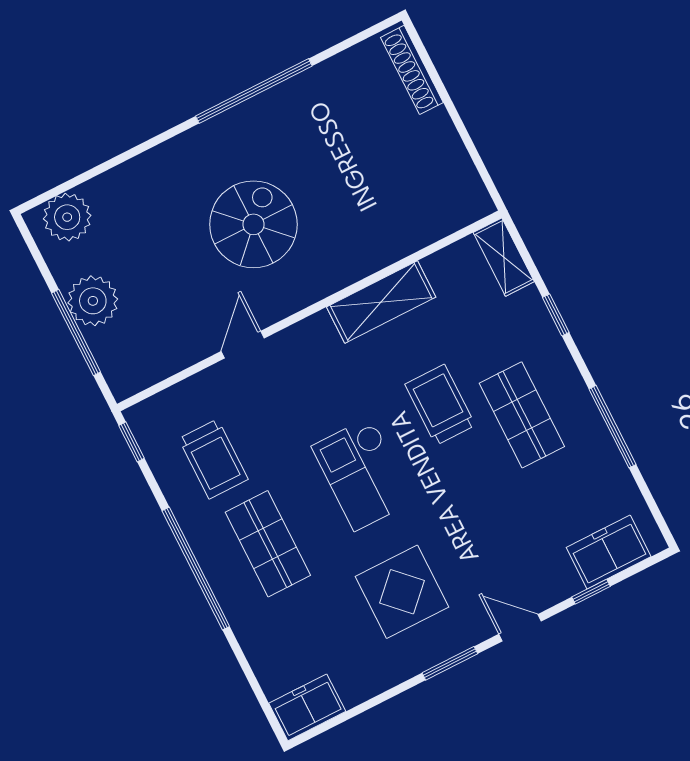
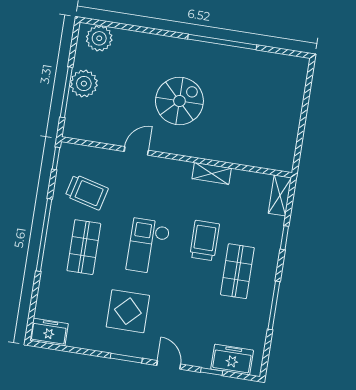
shoe rack: (412, 70) -> (299, 83), removed
shelving: (381, 302) -> (212, 173), width x0.67, depth x0.75
trolley: (213, 459) -> (87, 192), turned -76

